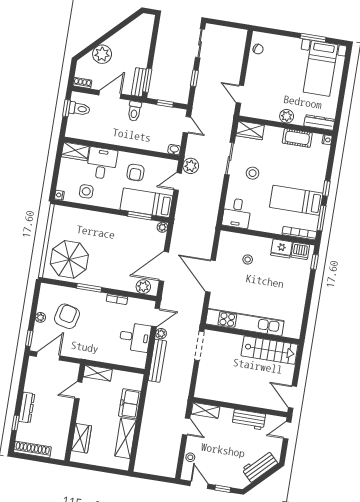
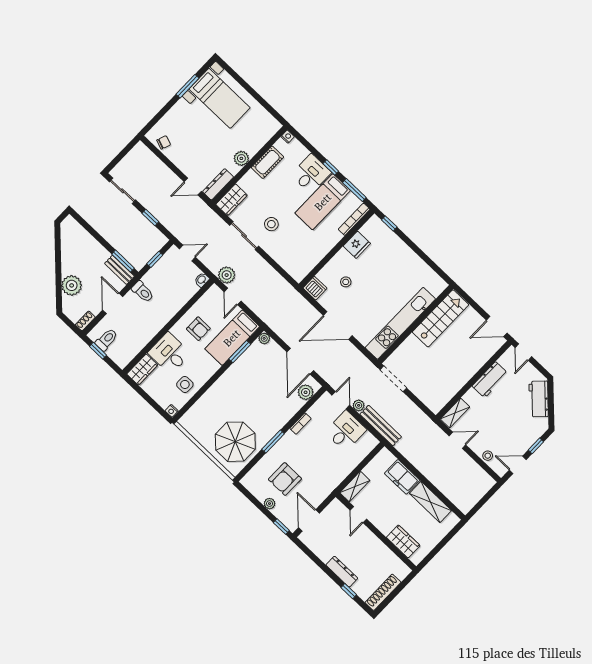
dresser: (319, 123) -> (218, 184), moved
desk: (237, 213) -> (311, 174), moved, turned -90
dishwasher: (300, 251) -> (315, 288), moved, turned -90
armchair: (67, 316) -> (285, 479), turned -103

